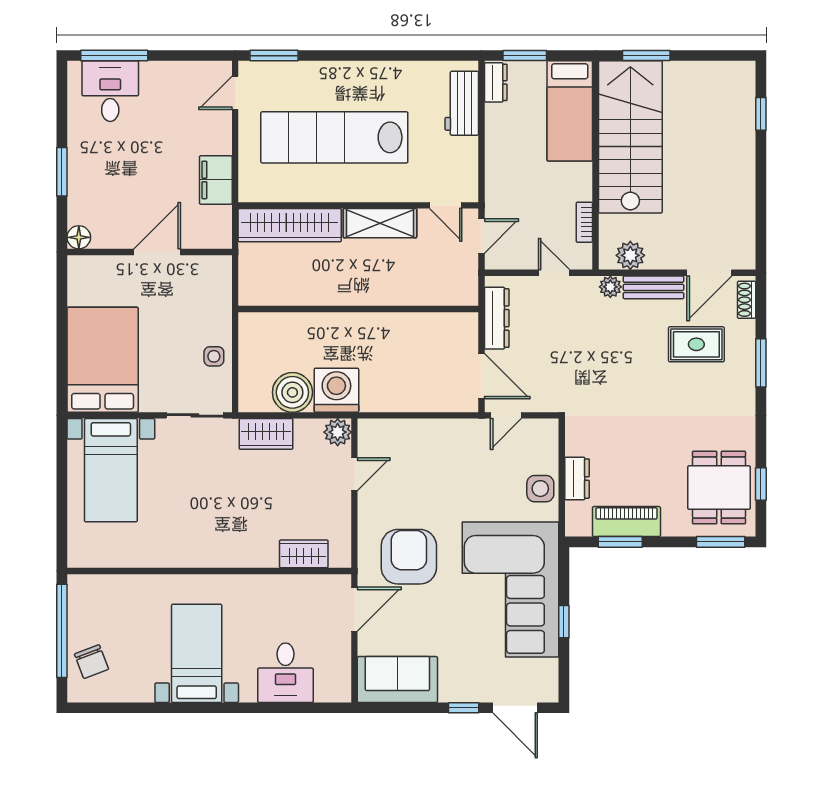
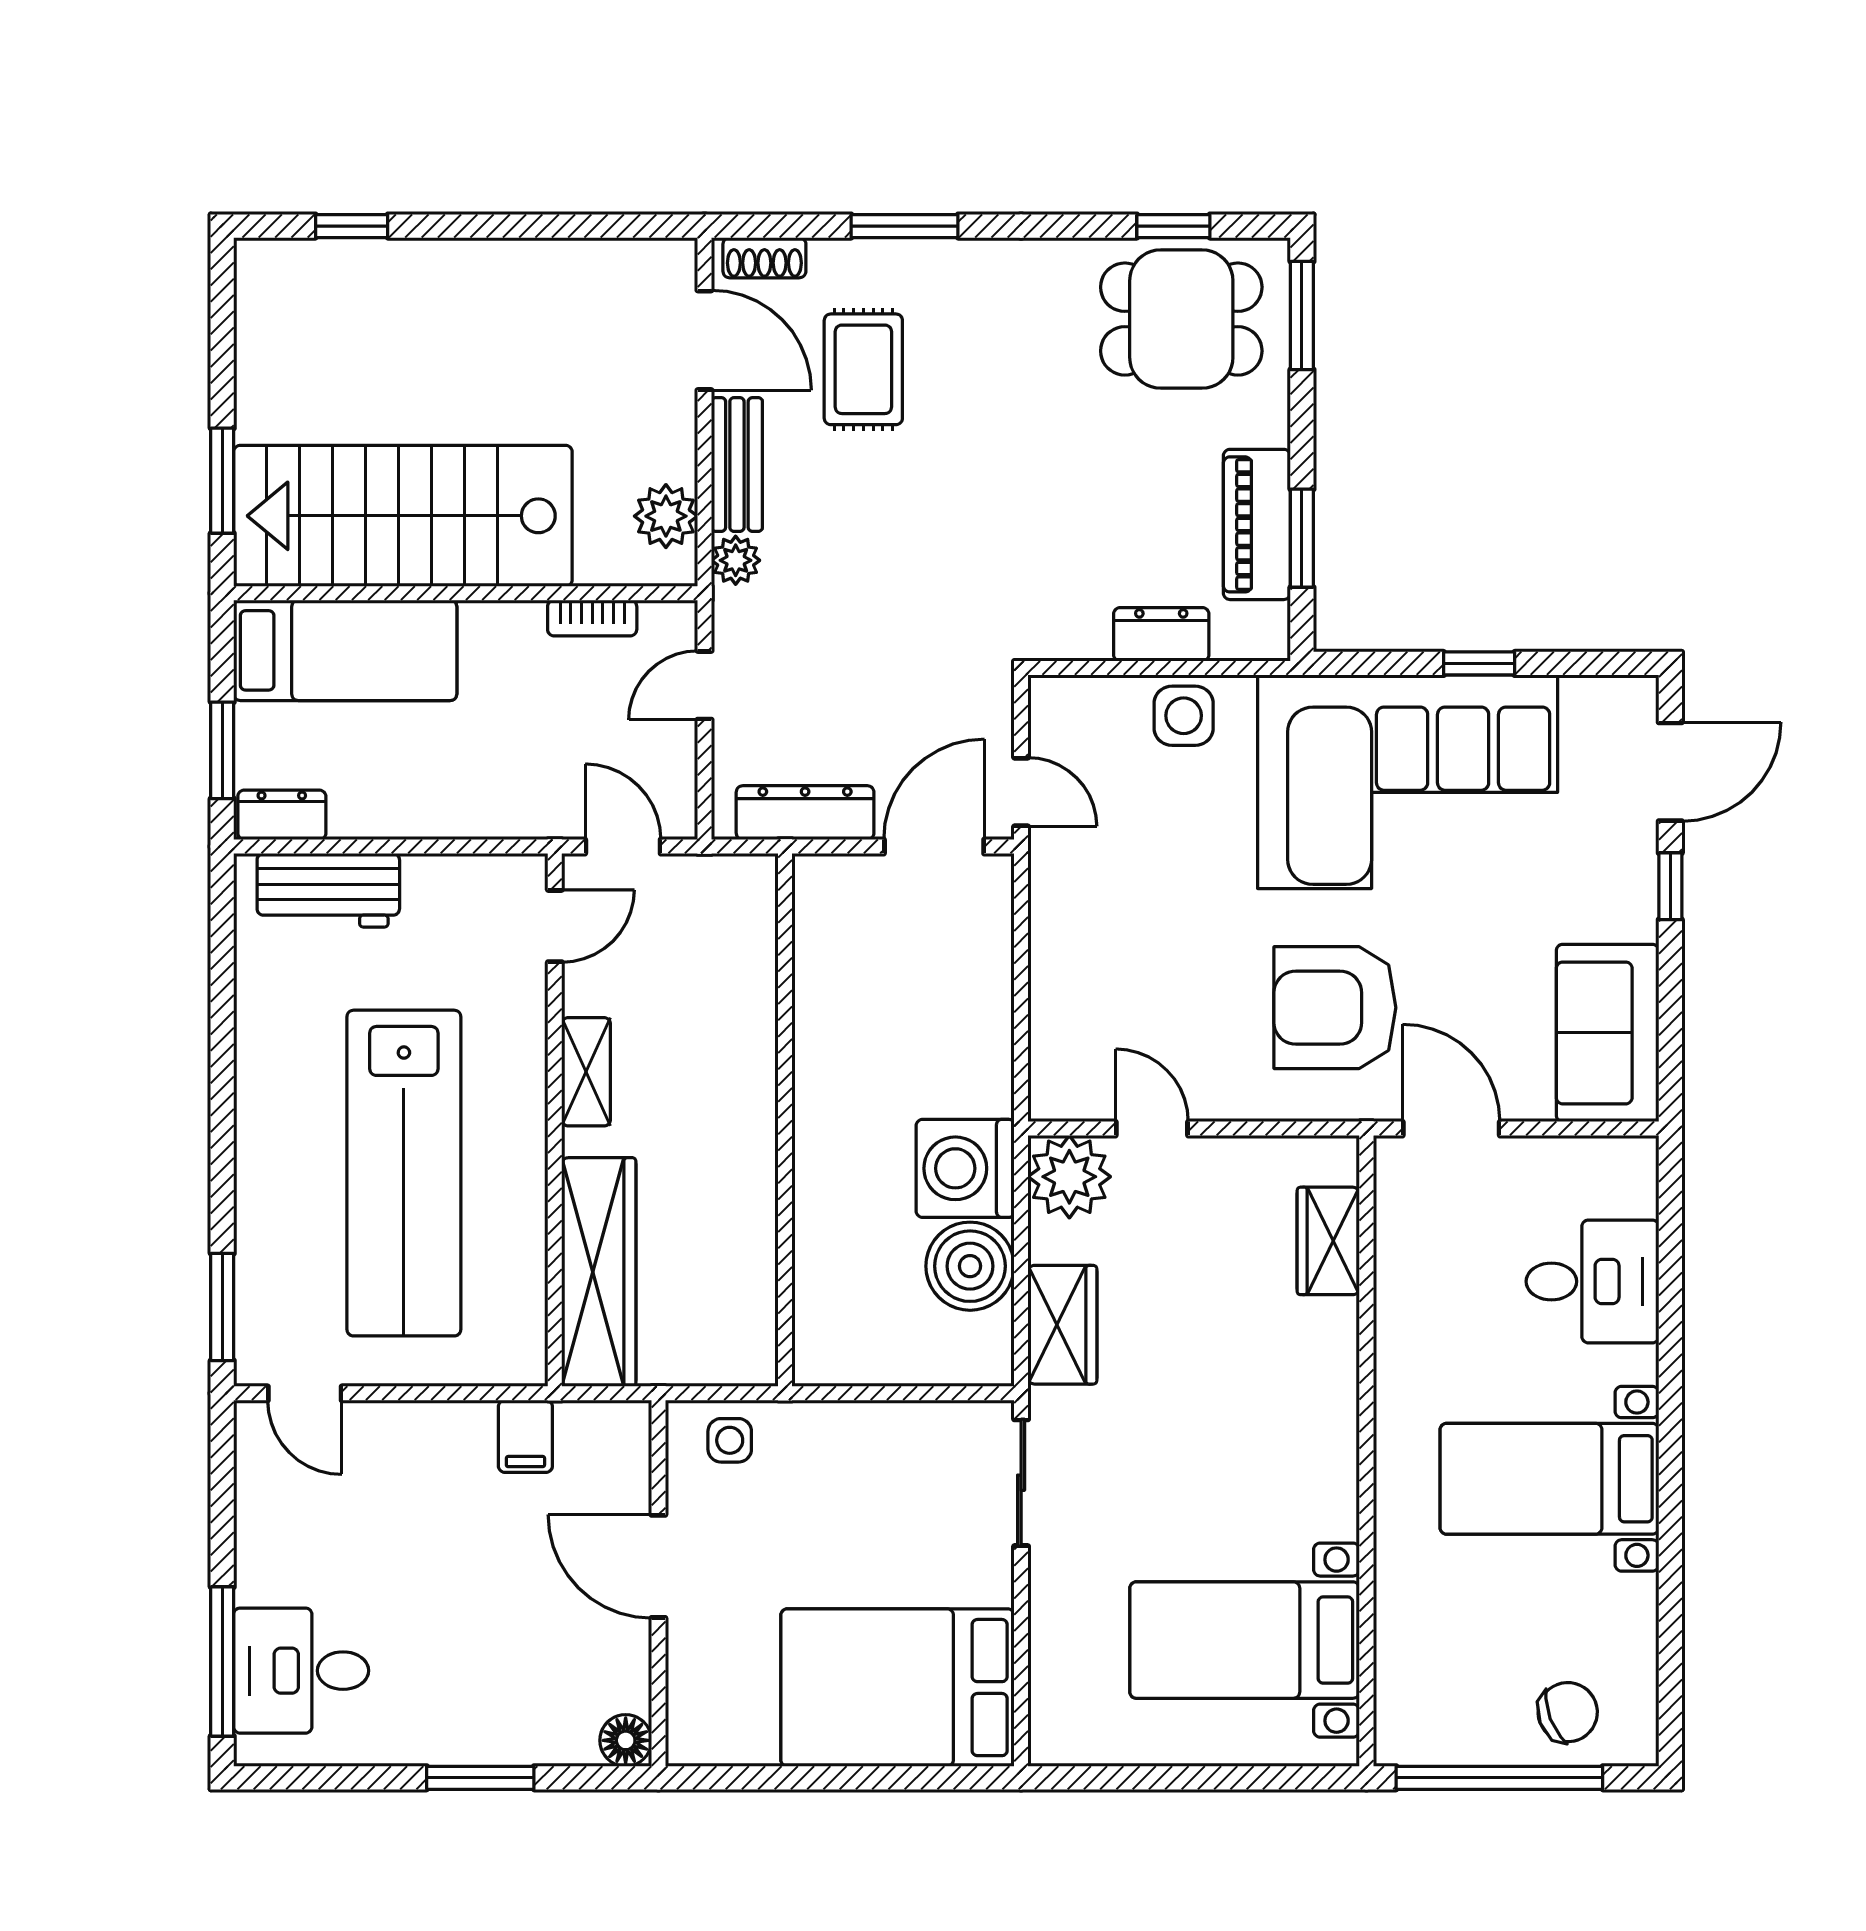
filing cabinet: (216, 180) -> (525, 1436), width x0.50
shelving: (380, 223) -> (586, 1072), width x0.67, depth x0.75
side table: (214, 356) -> (730, 1440), moved
plant: (338, 432) -> (1069, 1177), width x1.36, depth x1.36
bed with nightstands: (111, 470) -> (1245, 1640), moved, turned 180

